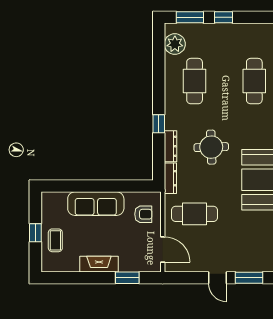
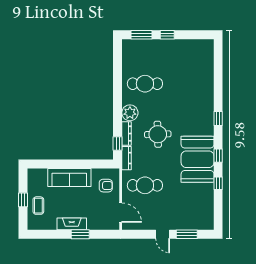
plant: (175, 44) -> (130, 113), moved
cafe table: (195, 81) -> (145, 84), turned 90
cafe table: (254, 81) -> (191, 84), removed
window: (159, 124) -> (118, 144), moved
window: (127, 278) -> (80, 234), moved

